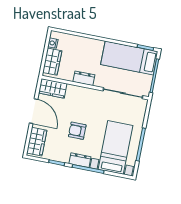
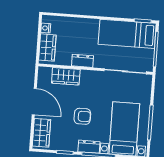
wardrobe: (53, 88) -> (66, 76), moved
armchair: (77, 131) -> (82, 116), turned 180

